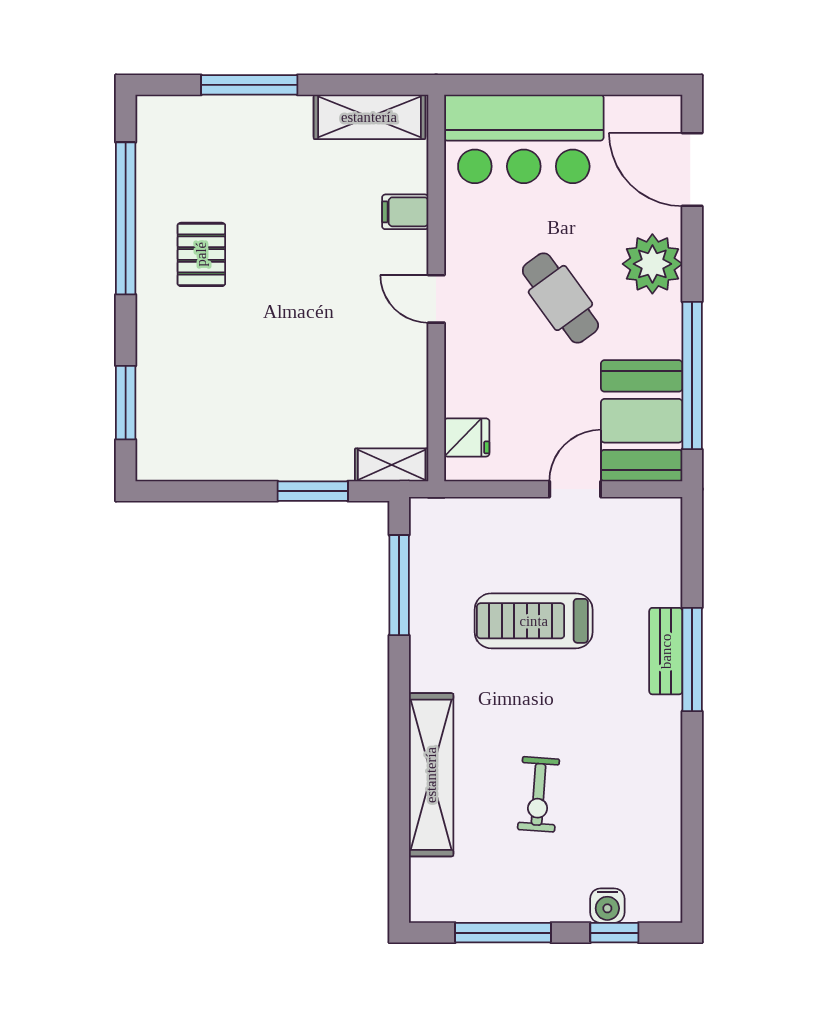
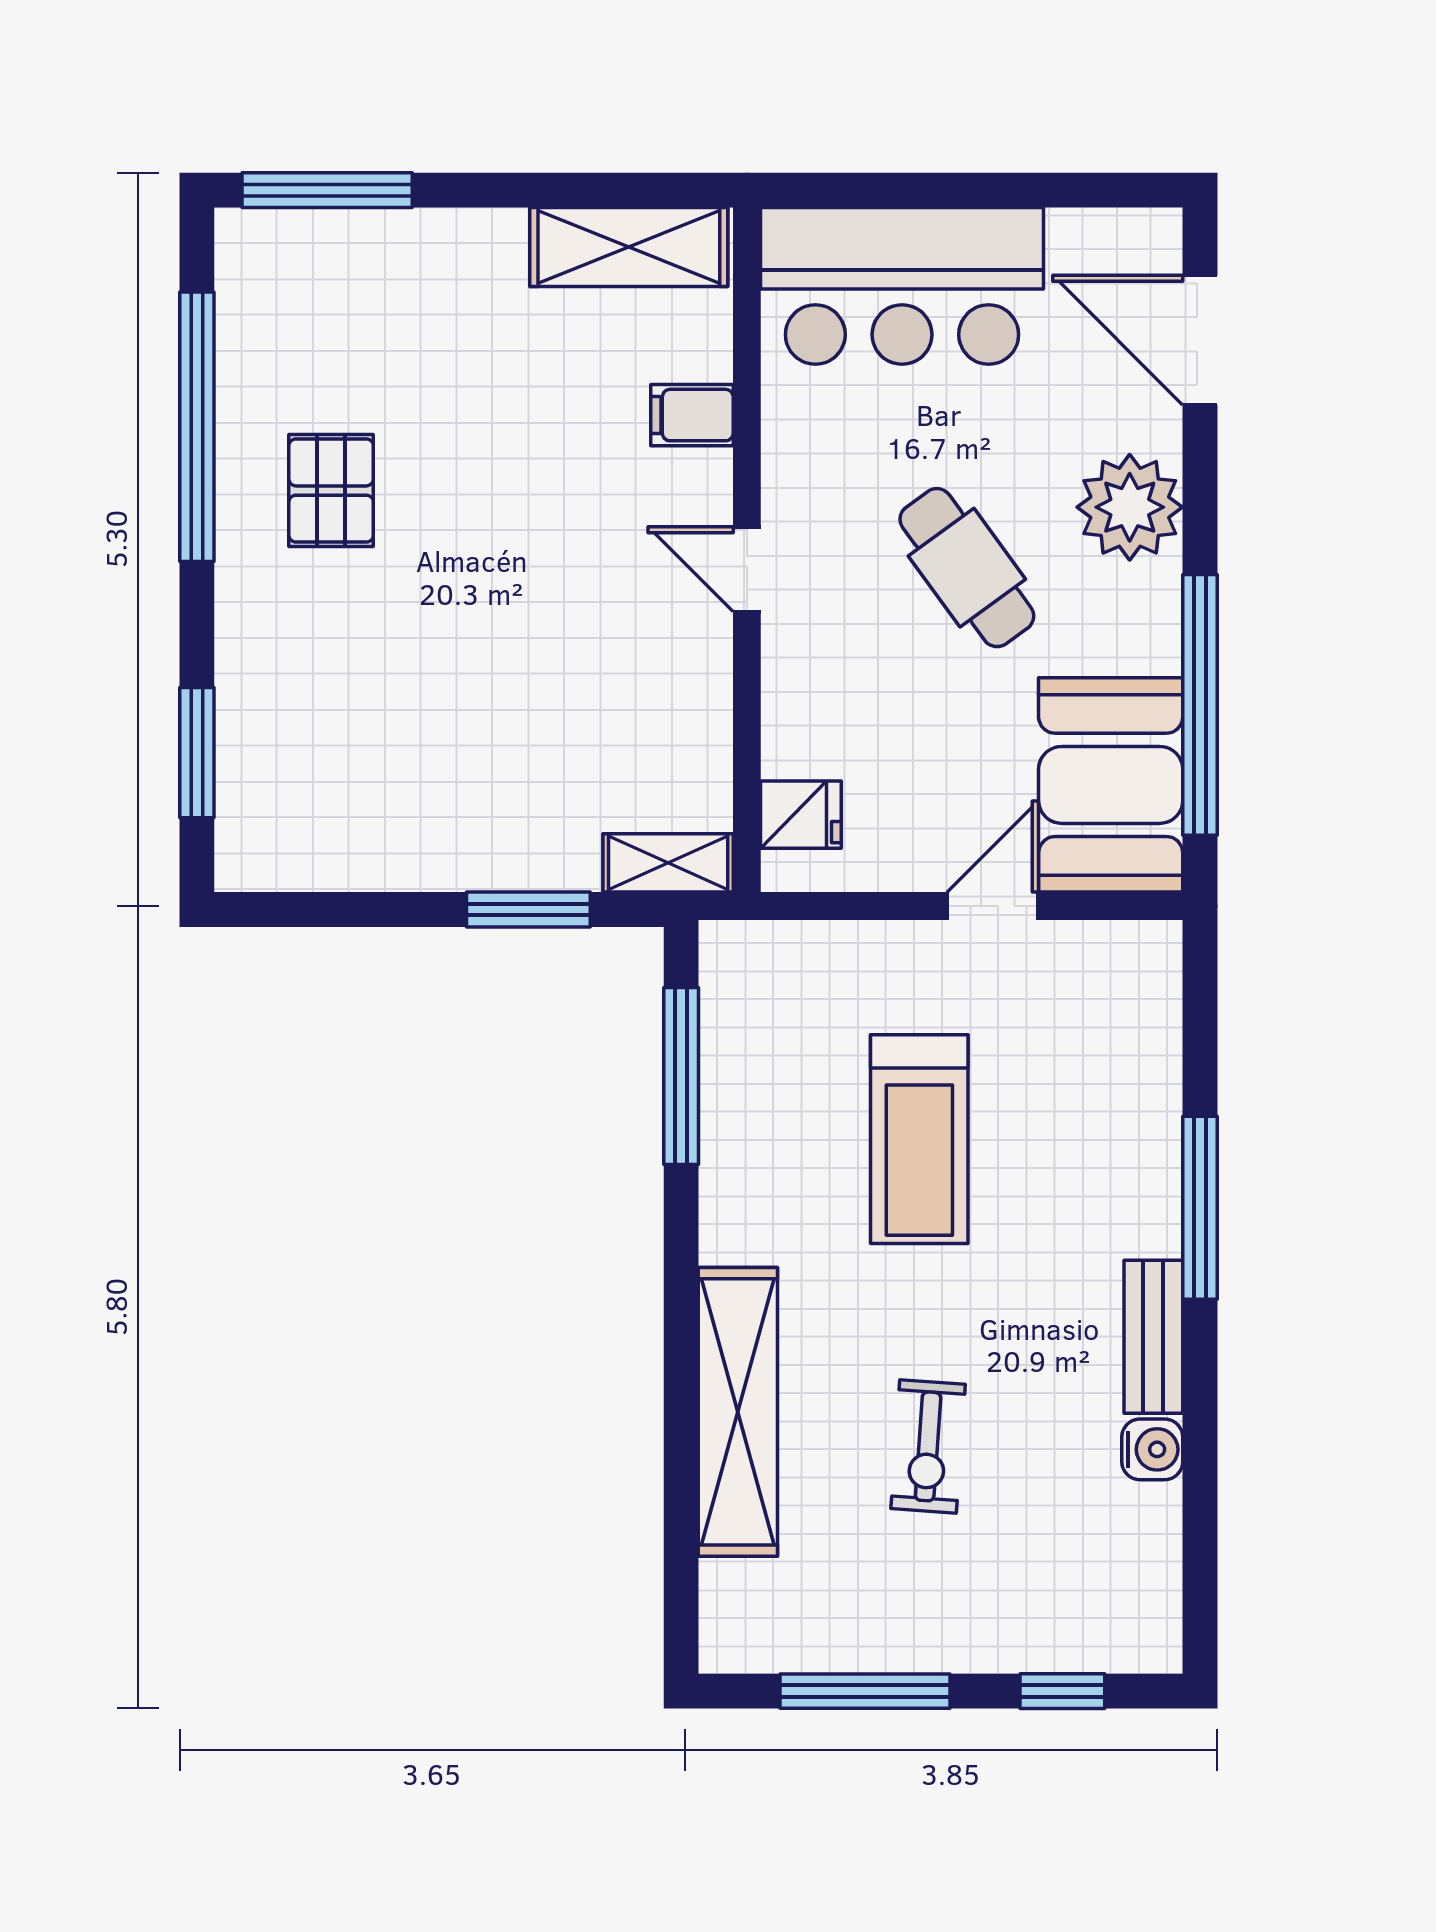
window: (249, 85) -> (327, 190), moved
treadmill: (534, 621) -> (919, 1139), turned -90
bench: (666, 651) -> (1153, 1337), moved
water cooler: (607, 906) -> (1152, 1449), moved, turned -90

